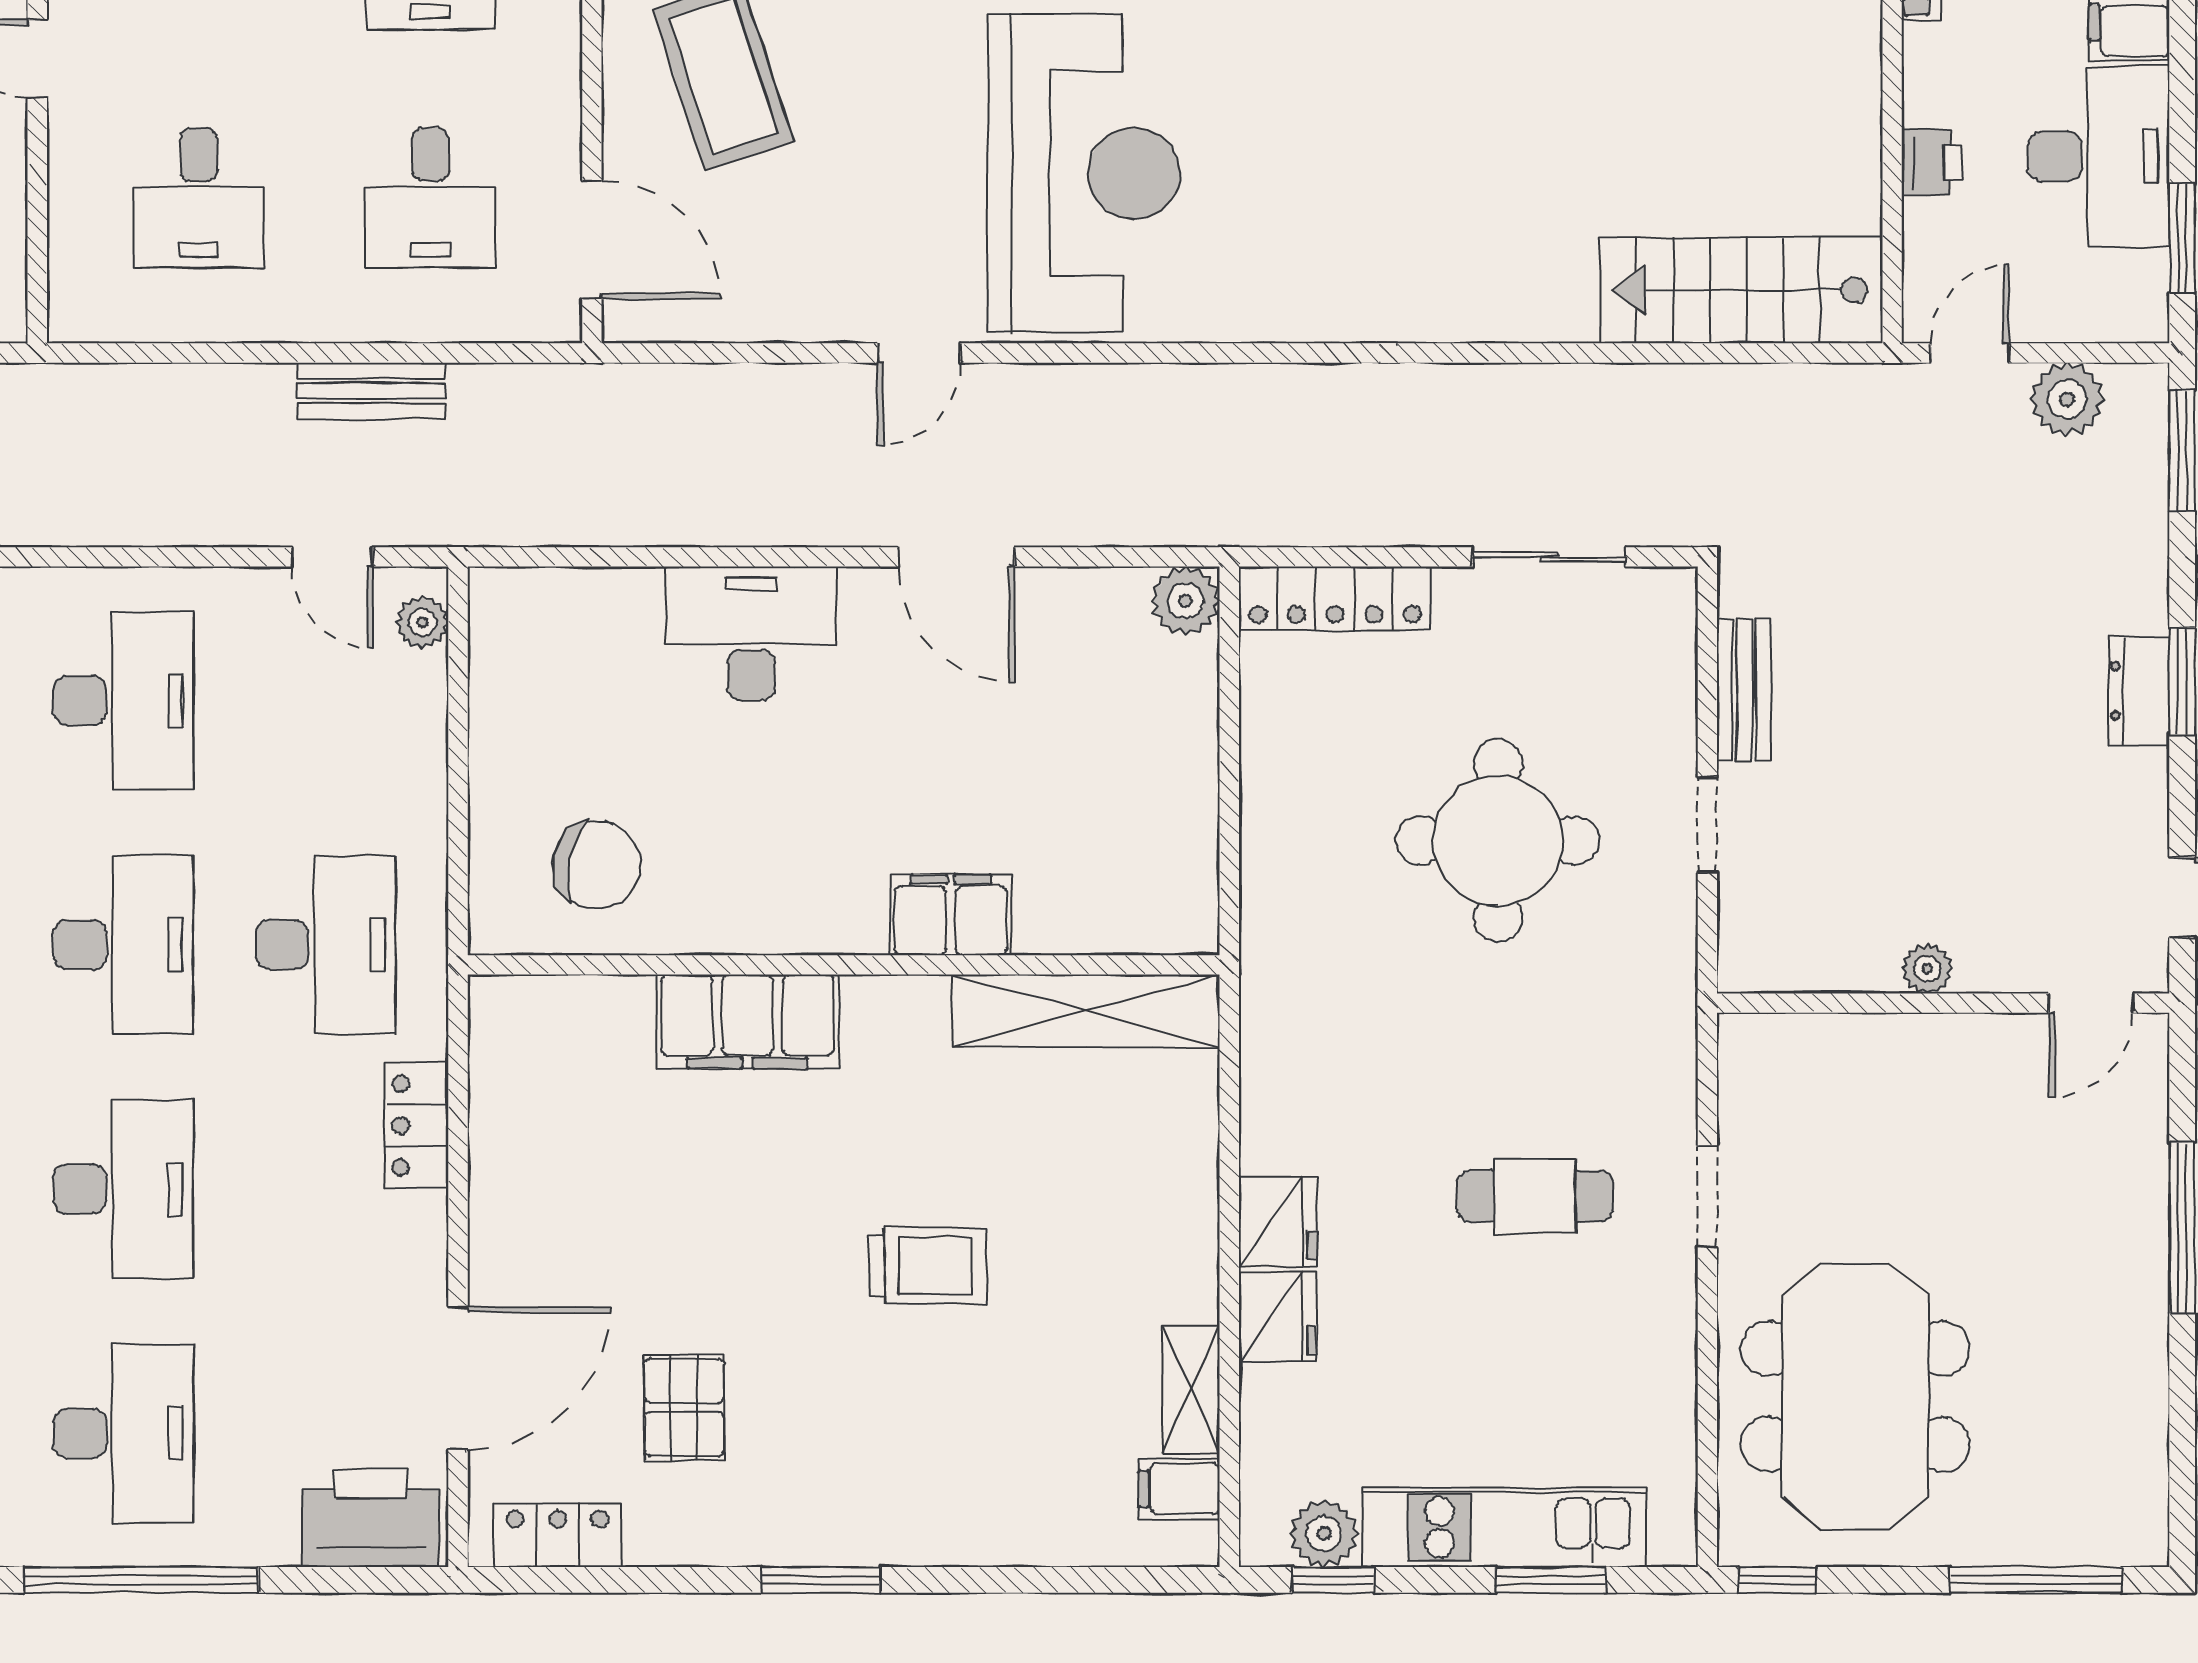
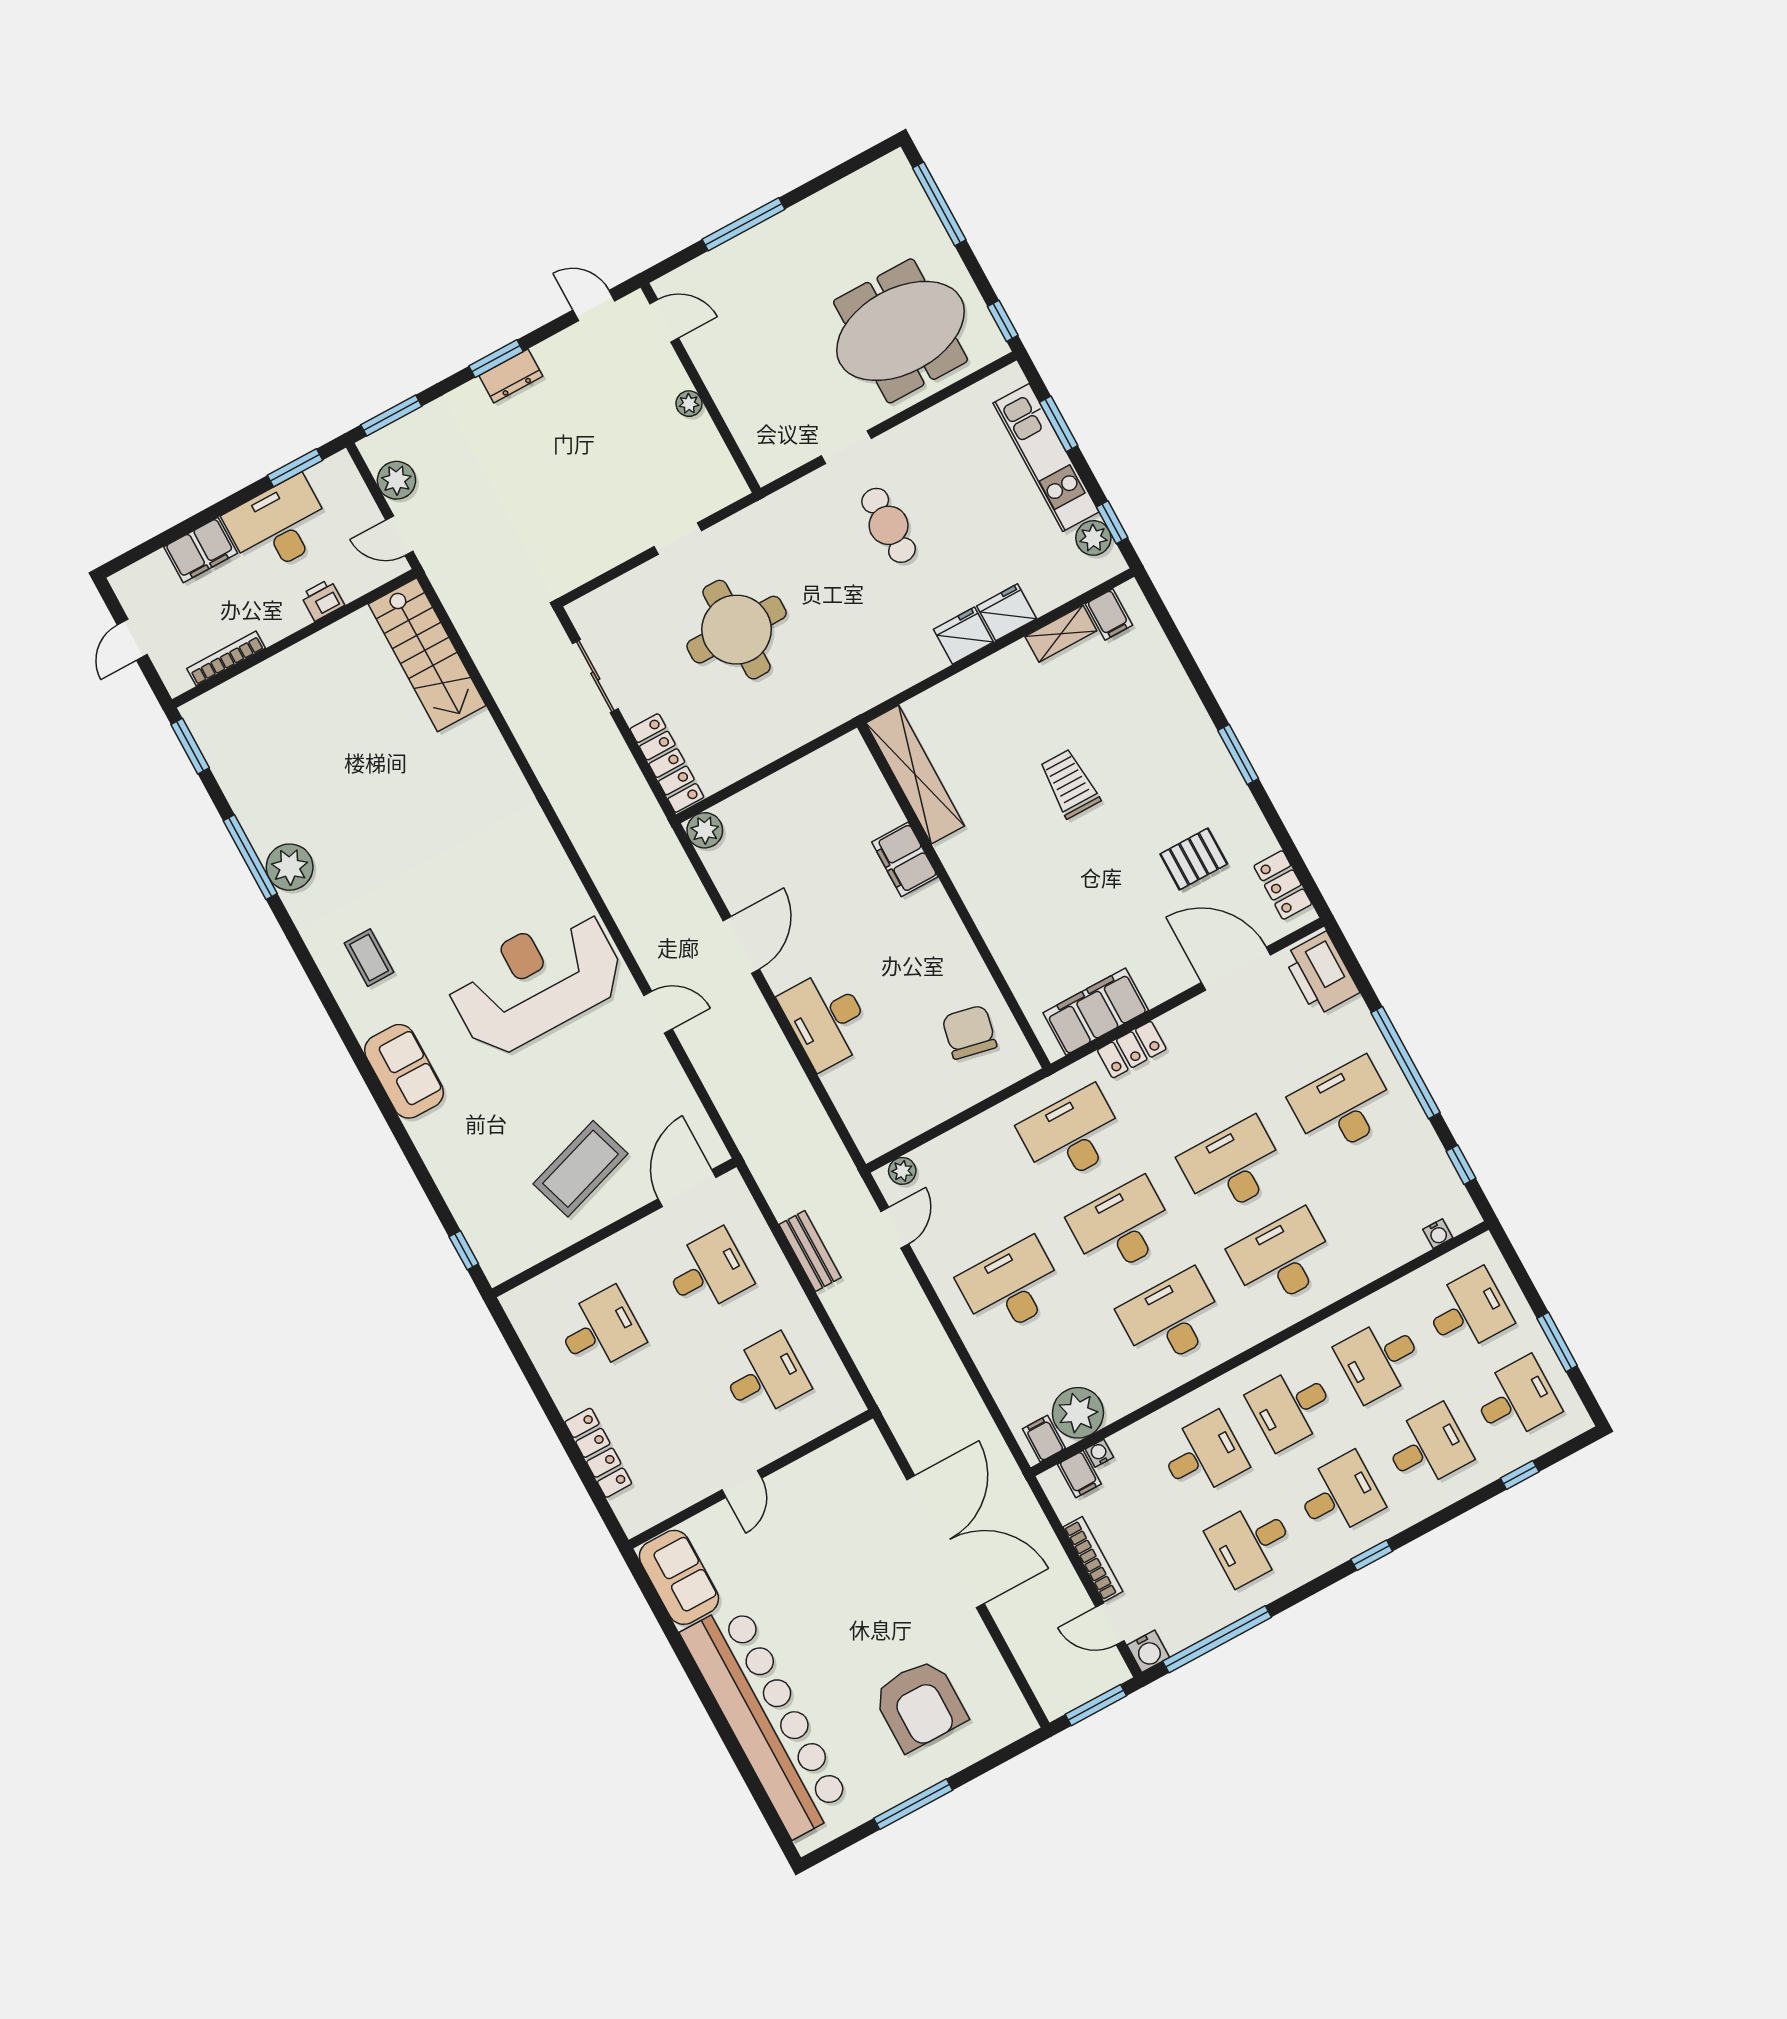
bench: (1744, 689) -> (607, 555), removed
filing cabinet: (747, 1022) -> (1096, 1012), moved, turned -90

